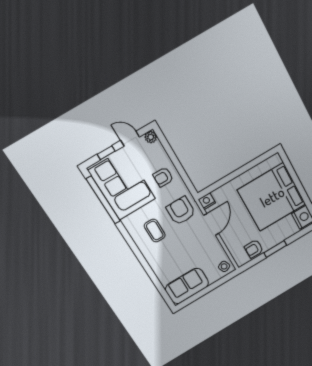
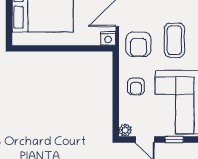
armchair: (163, 177) -> (136, 86), turned 90
coffee table: (155, 231) -> (174, 40), width x1.36, depth x1.30

